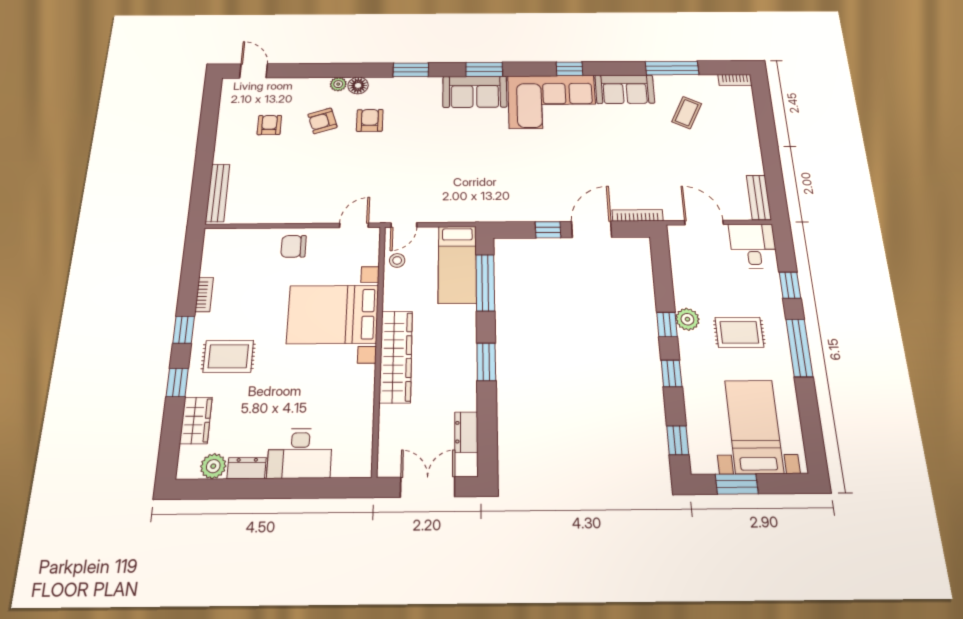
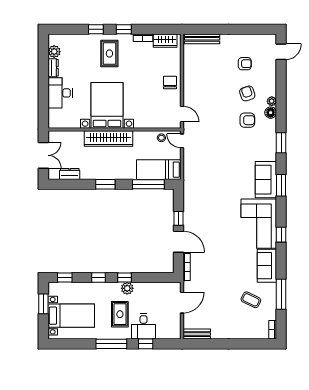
desk: (753, 246) -> (143, 326), moved, turned 90
bed with nightstands: (333, 314) -> (107, 105), moved
wardrobe: (196, 420) -> (165, 41), moved

